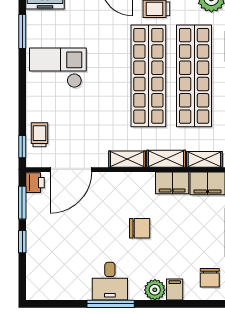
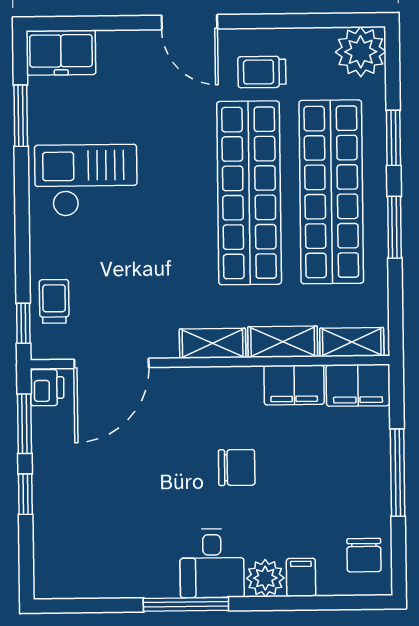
desk: (110, 281) -> (212, 563), moved

